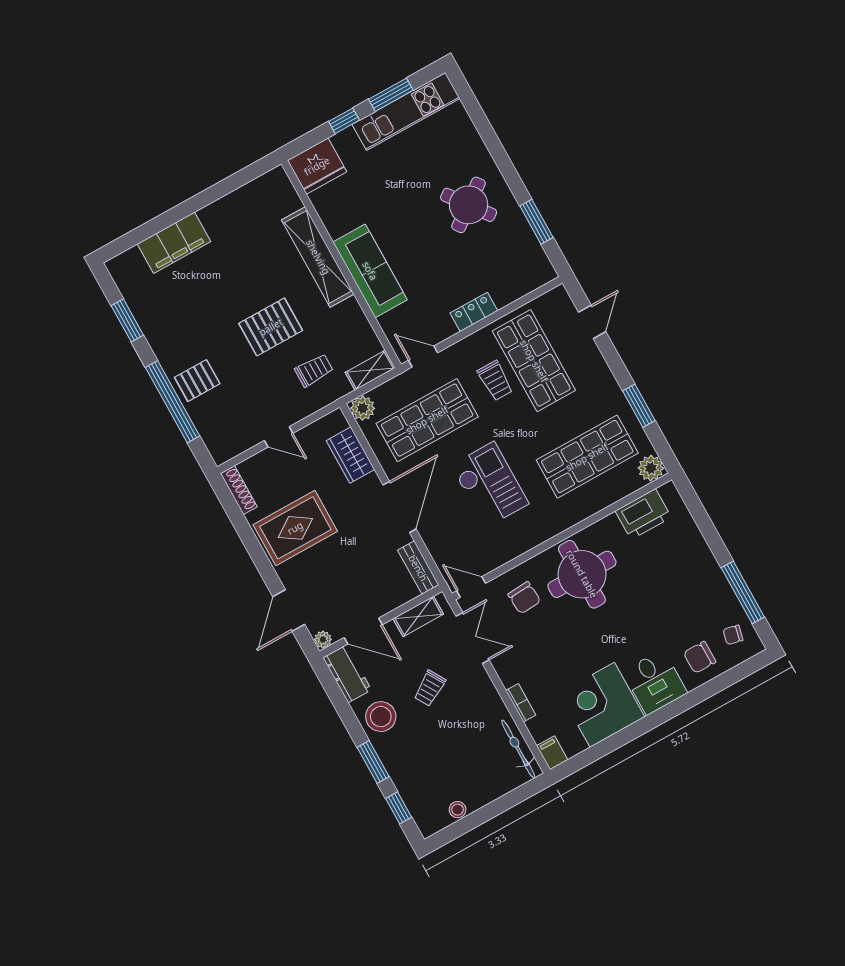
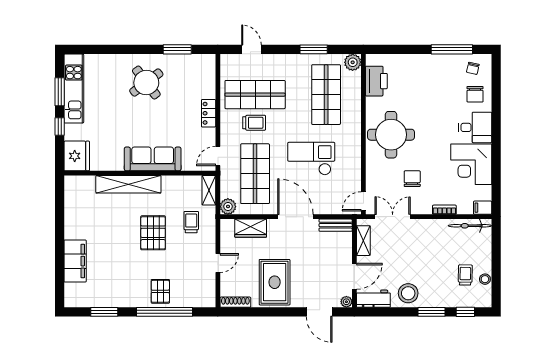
chair: (524, 598) -> (412, 179), moved, turned -86
trolley: (430, 688) -> (465, 275), moved, turned -148

